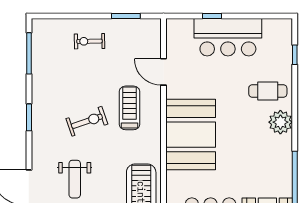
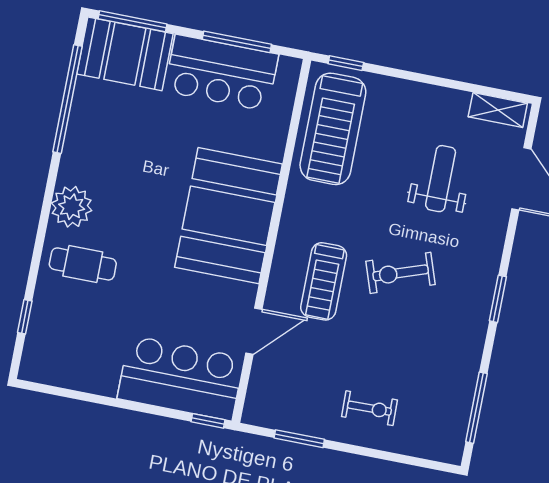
window: (212, 16) -> (208, 421), moved
bar counter: (228, 37) -> (181, 378), moved
door: (163, 72) -> (254, 331), hinge flipped

